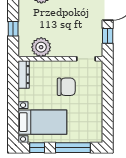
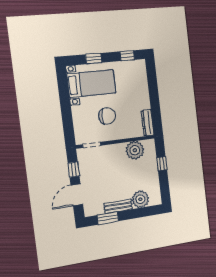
chair: (66, 87) -> (107, 116), turned 180
bed with nightstands: (42, 122) -> (91, 83), moved, turned 180
window: (73, 148) -> (94, 58), width x0.46

